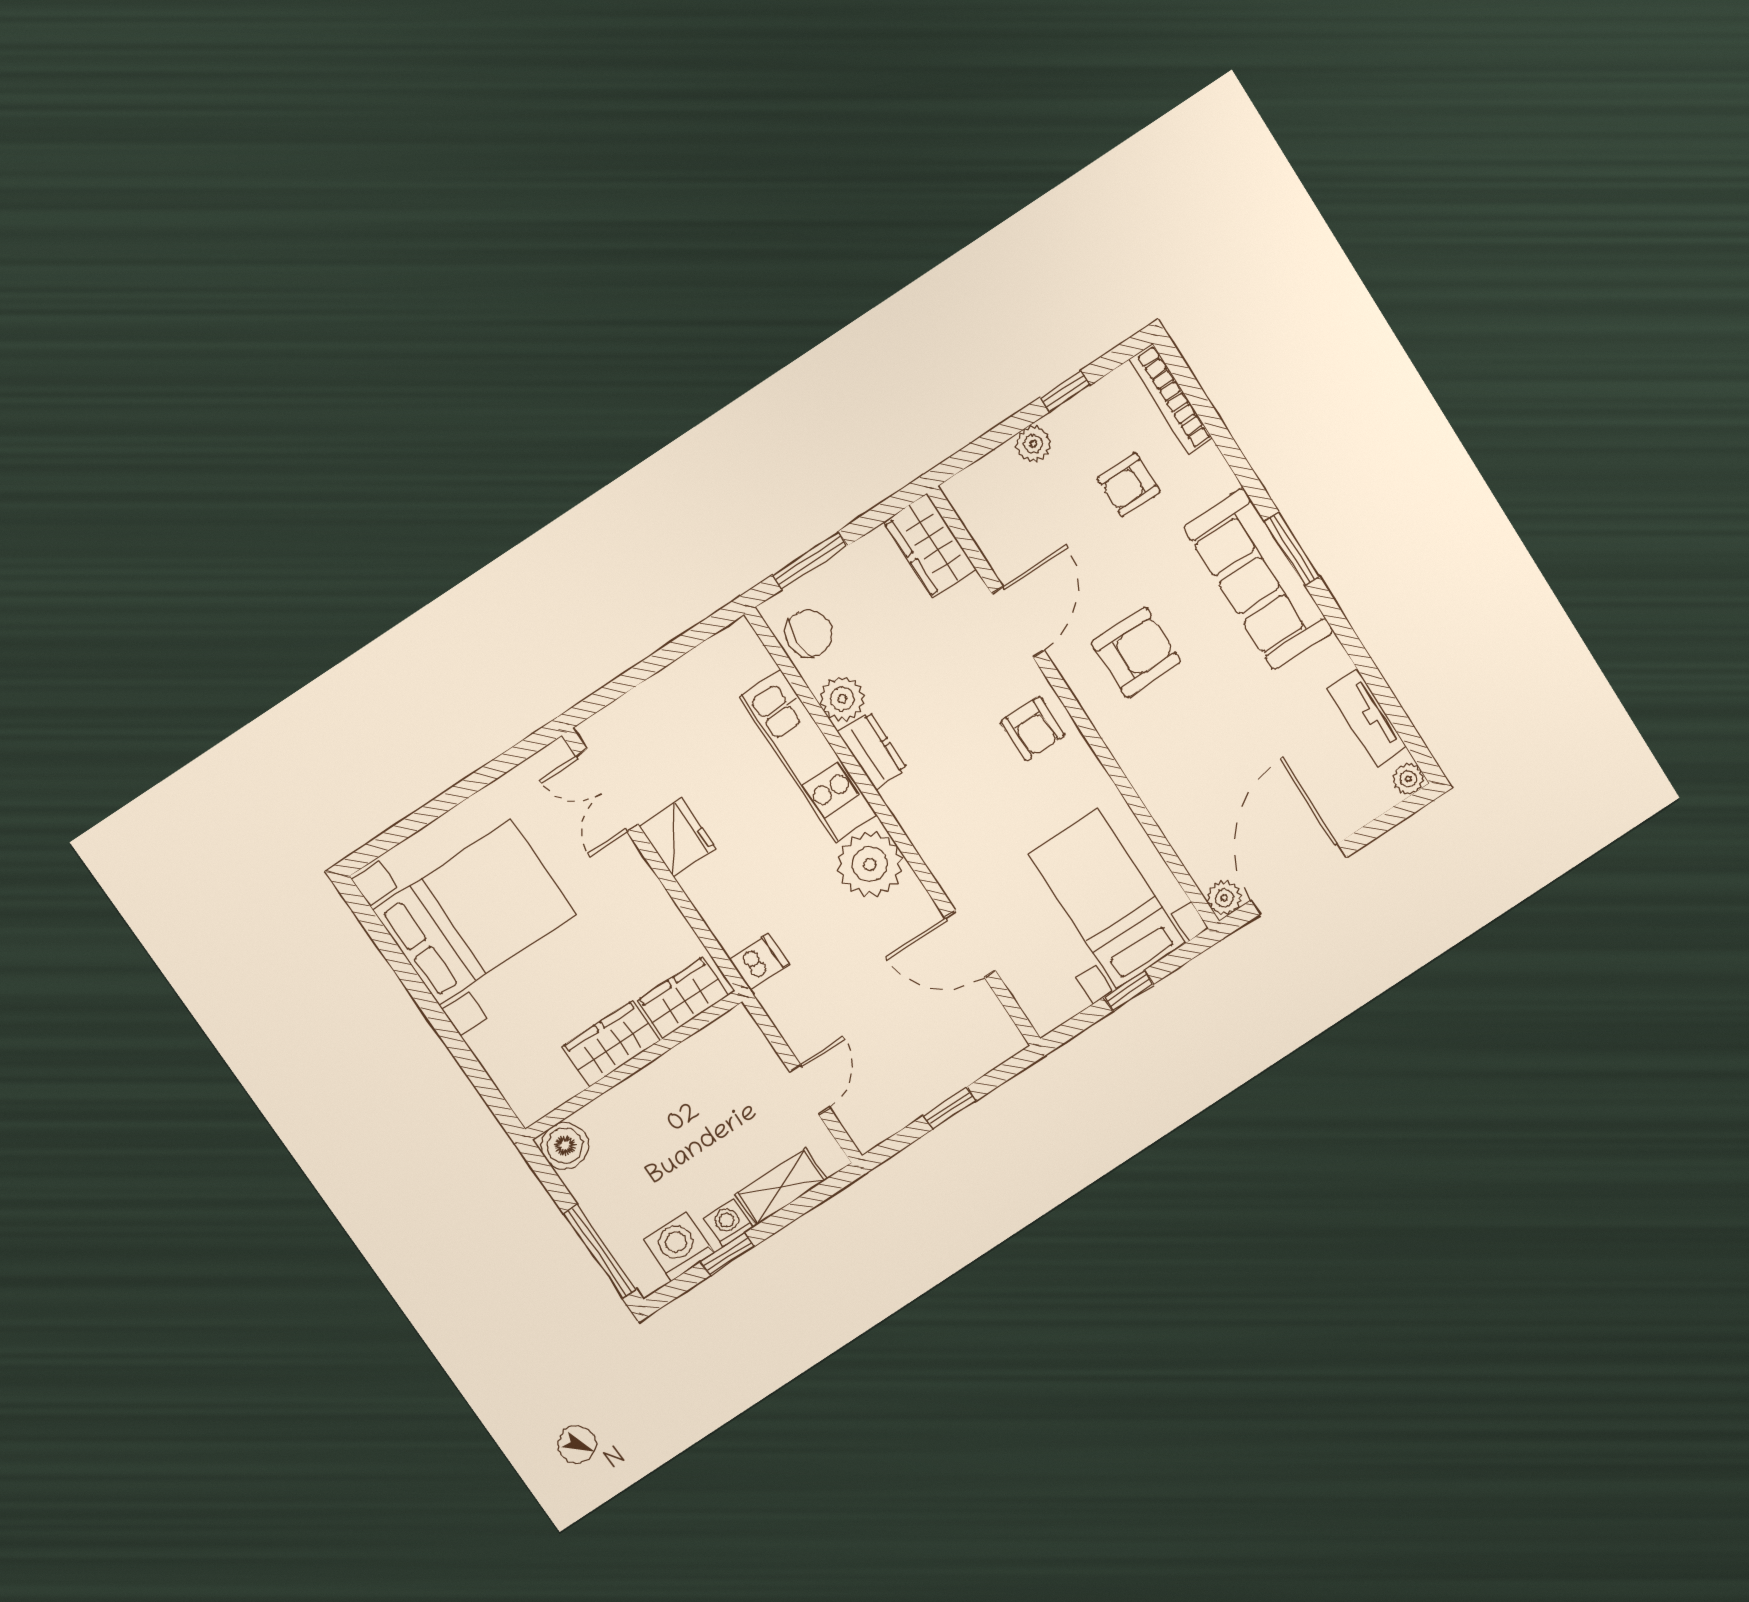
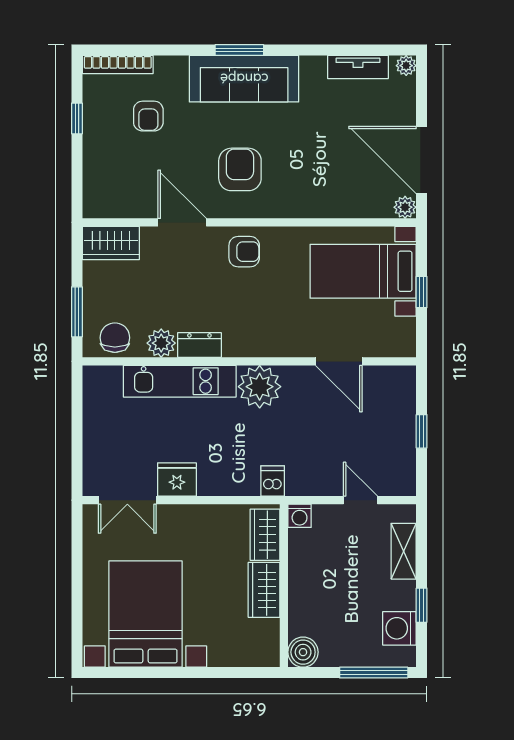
plant: (1033, 444) -> (93, 153), removed
door: (970, 944) -> (339, 361), hinge flipped
washing machine: (729, 1223) -> (300, 516), moved, turned -90

